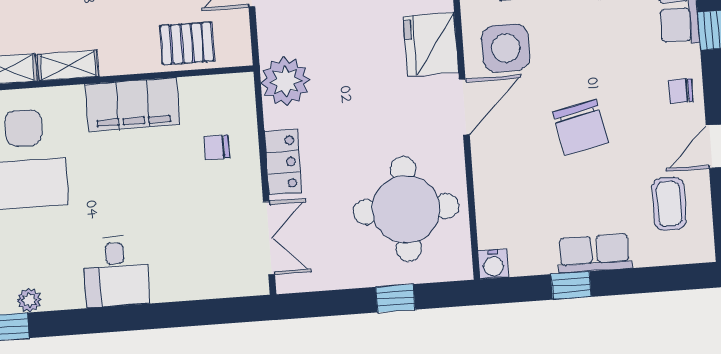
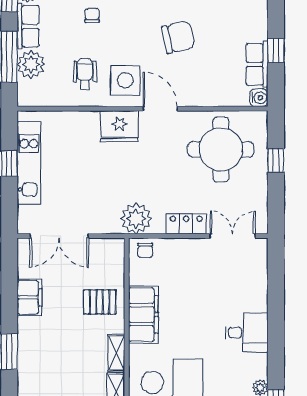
pallet: (187, 43) -> (100, 302), moved, turned 90
chair: (217, 147) -> (145, 250), moved
row of seats: (595, 253) -> (257, 64), moved

